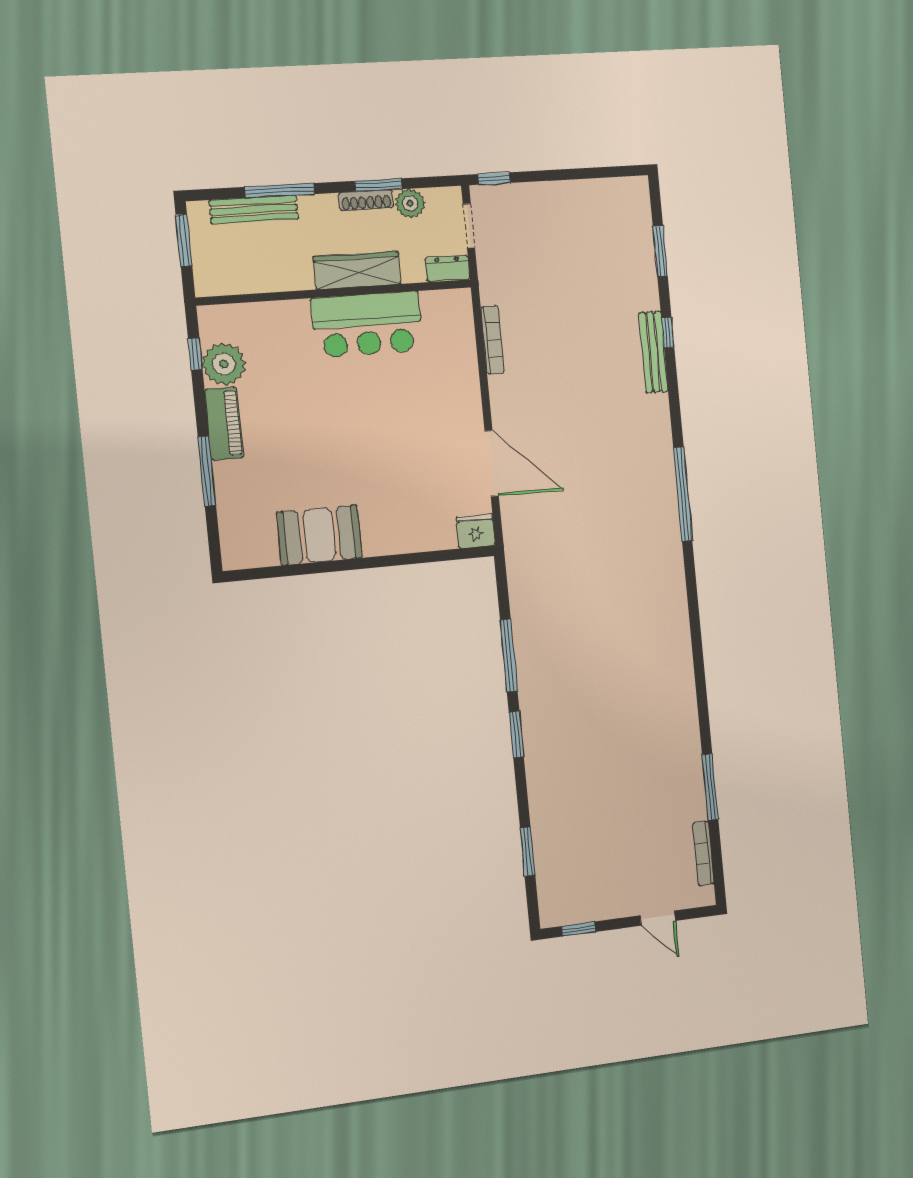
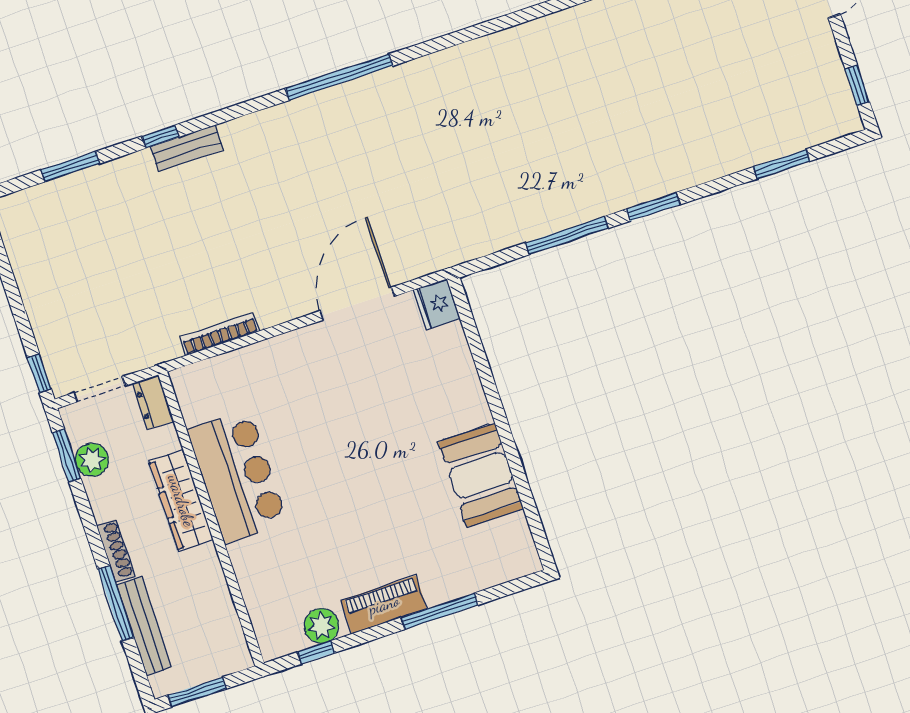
window: (378, 185) -> (67, 455), moved
shoe rack: (366, 200) -> (116, 551), moved
bench: (653, 352) -> (187, 148), width x0.73
plant: (224, 364) -> (321, 626), width x0.73, depth x0.73

